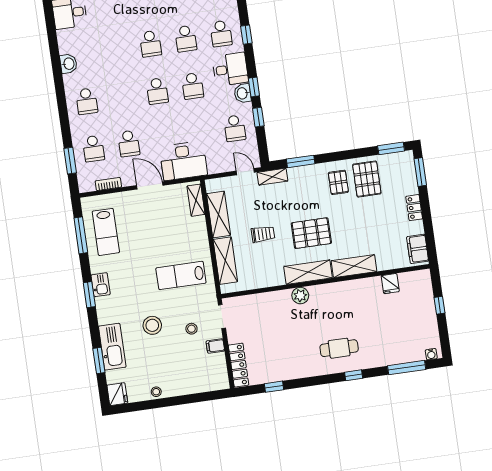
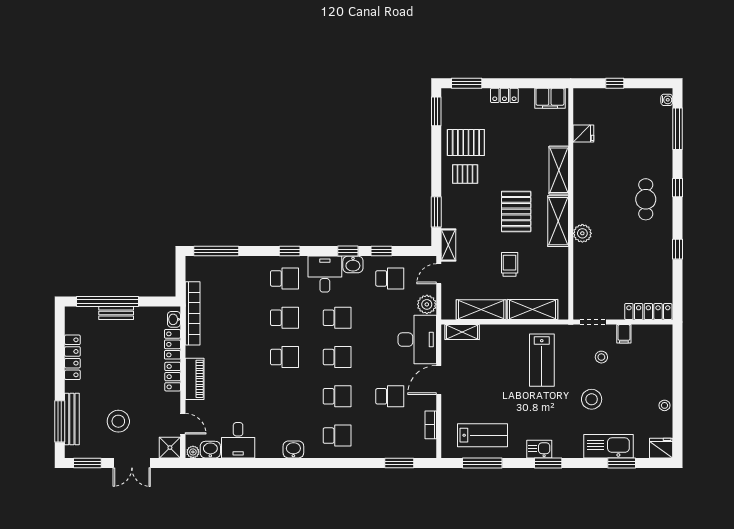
school desk: (93, 149) -> (337, 396), moved
plant: (216, 165) -> (427, 304), added
window: (274, 387) -> (677, 249), moved

